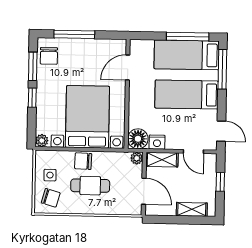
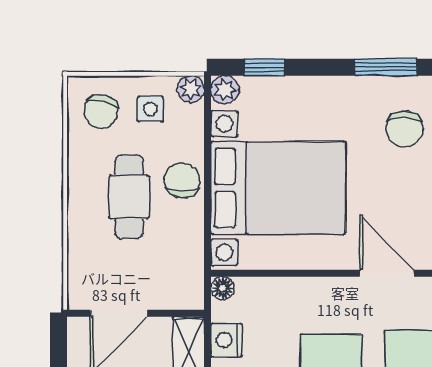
chair: (49, 56) -> (404, 129), moved, turned -90
window: (32, 98) -> (265, 67), moved
floor lamp: (138, 139) -> (222, 288), width x0.53, depth x0.53
plant: (137, 158) -> (191, 89), moved

